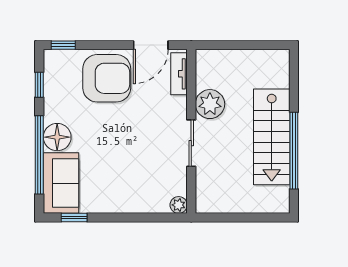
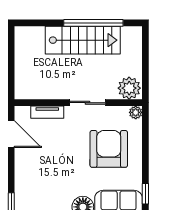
tv unit: (179, 74) -> (47, 112), moved
armchair: (107, 78) -> (109, 149), moved
plant: (210, 104) -> (129, 88), moved

